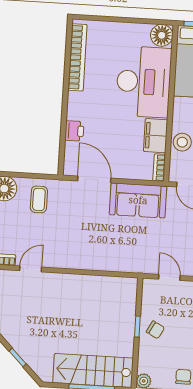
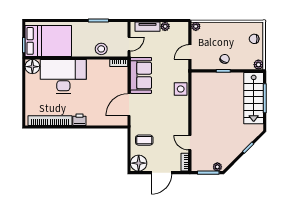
printer: (74, 131) -> (79, 120), moved
filing cabinet: (155, 136) -> (98, 67), removed
side table: (114, 260) -> (181, 89), added

